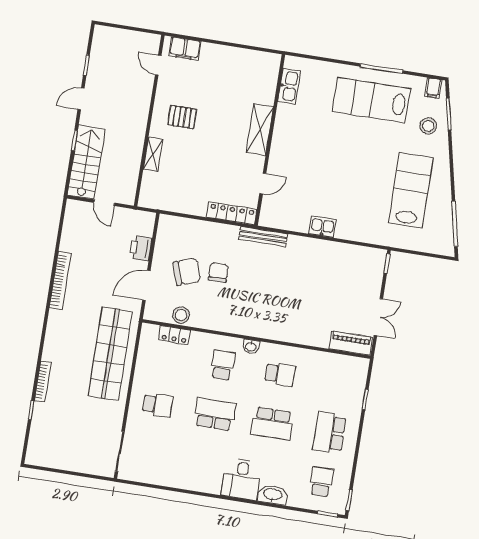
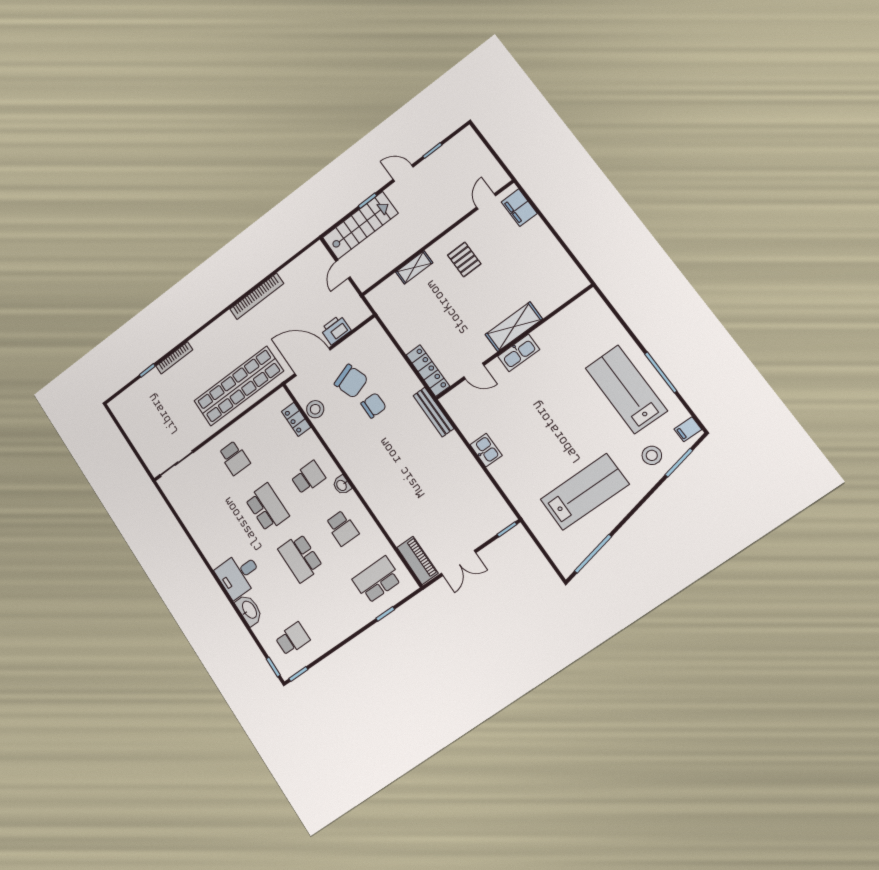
kitchen sink: (289, 86) -> (519, 353), moved
door: (146, 285) -> (312, 362), width x1.36
school desk: (329, 433) -> (377, 580), moved

